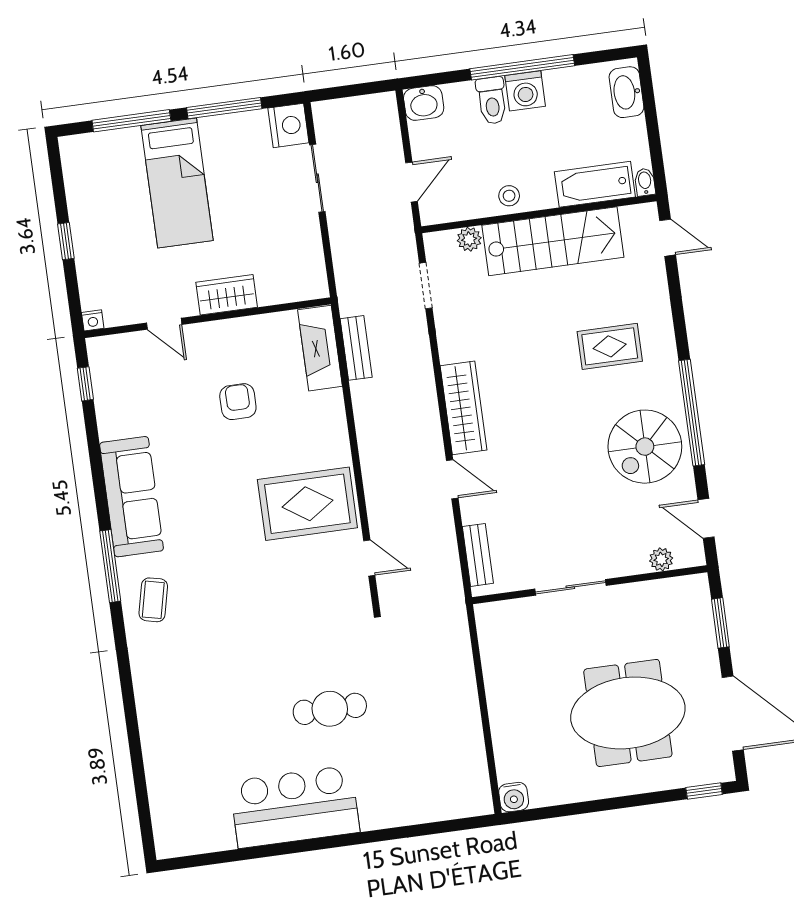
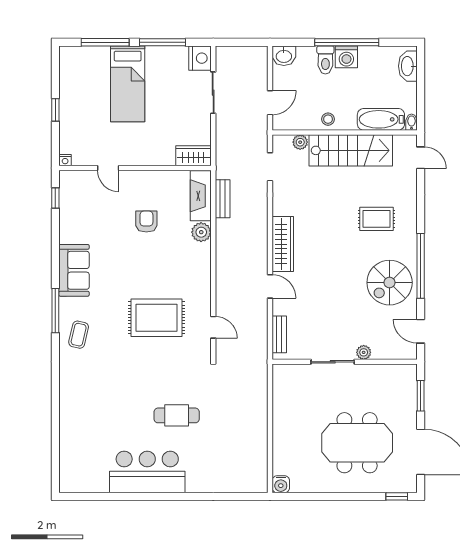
wardrobe: (227, 295) -> (193, 156), moved
plant: (329, 407) -> (201, 232), added
sofa: (132, 497) -> (74, 270), width x0.73
rug: (307, 504) -> (157, 318), moved
plant: (661, 559) -> (364, 352), moved

